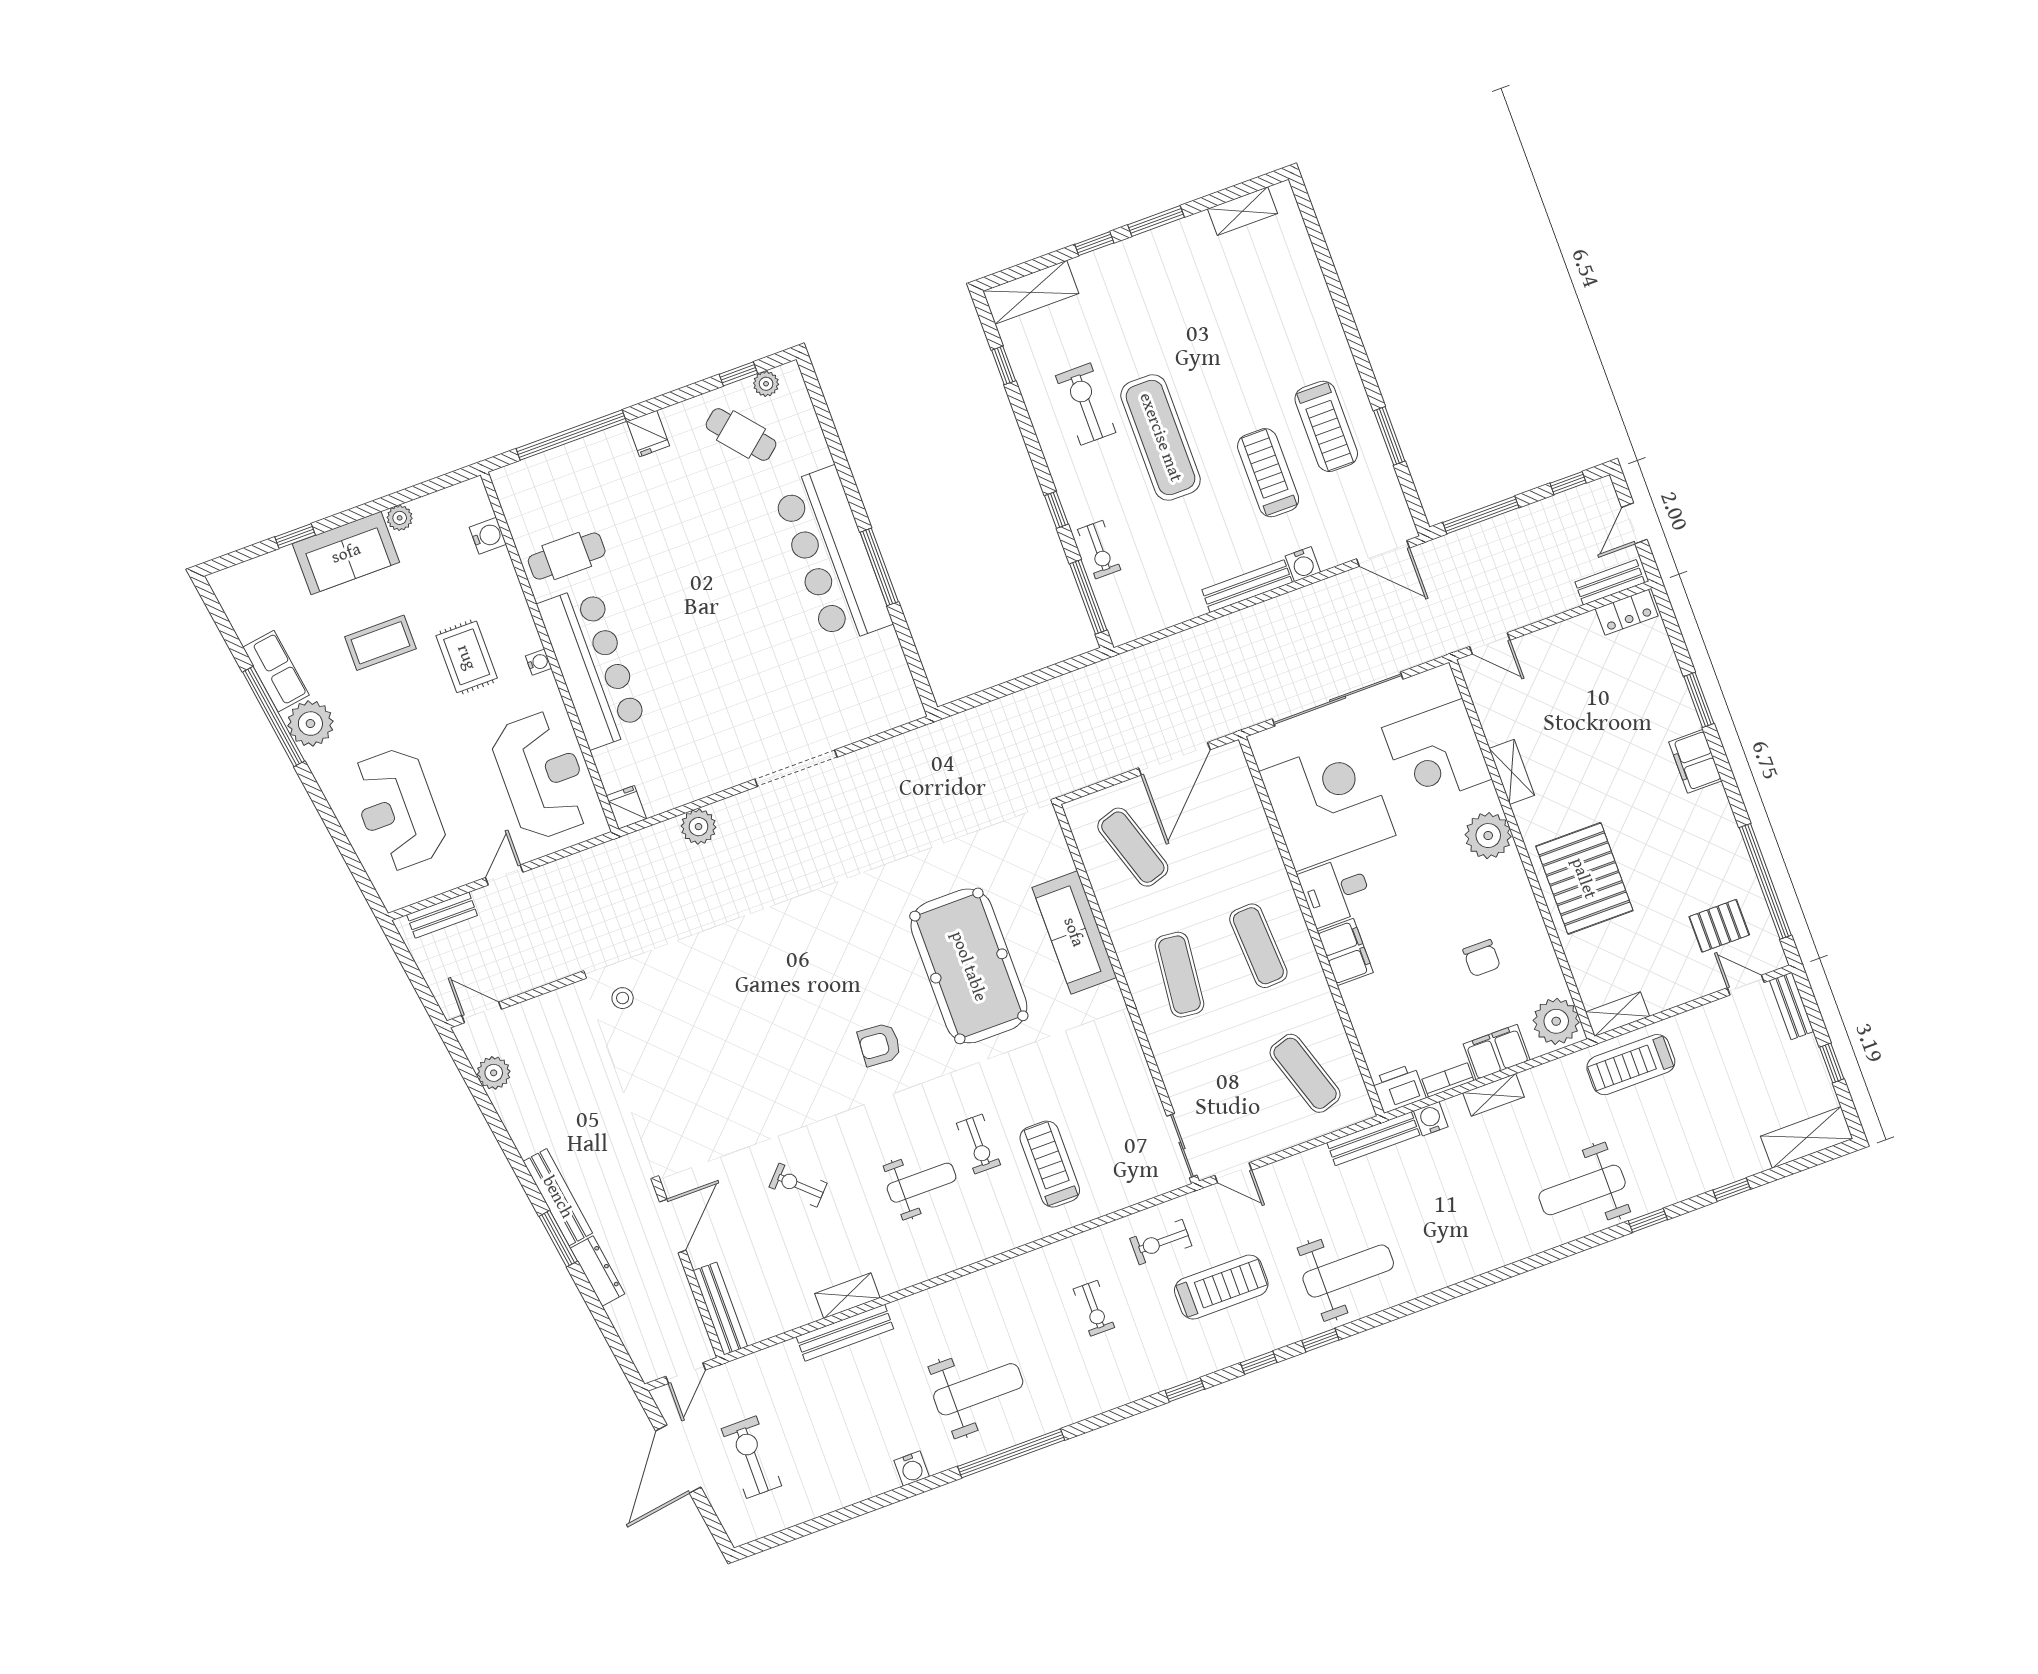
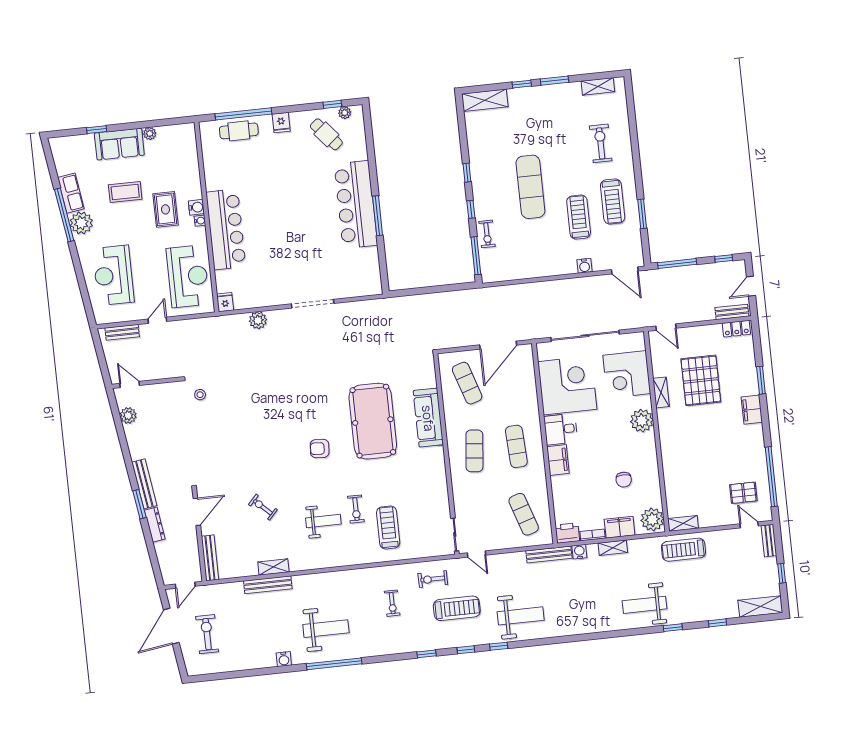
window: (1004, 365) -> (467, 173), moved
exercise bike: (1086, 404) -> (601, 143), moved
water cooler: (488, 536) -> (196, 207), moved
cafe table: (567, 556) -> (239, 131), moved
bench: (1247, 586) -> (555, 270), removed
pallet: (1584, 878) -> (701, 380), moved

